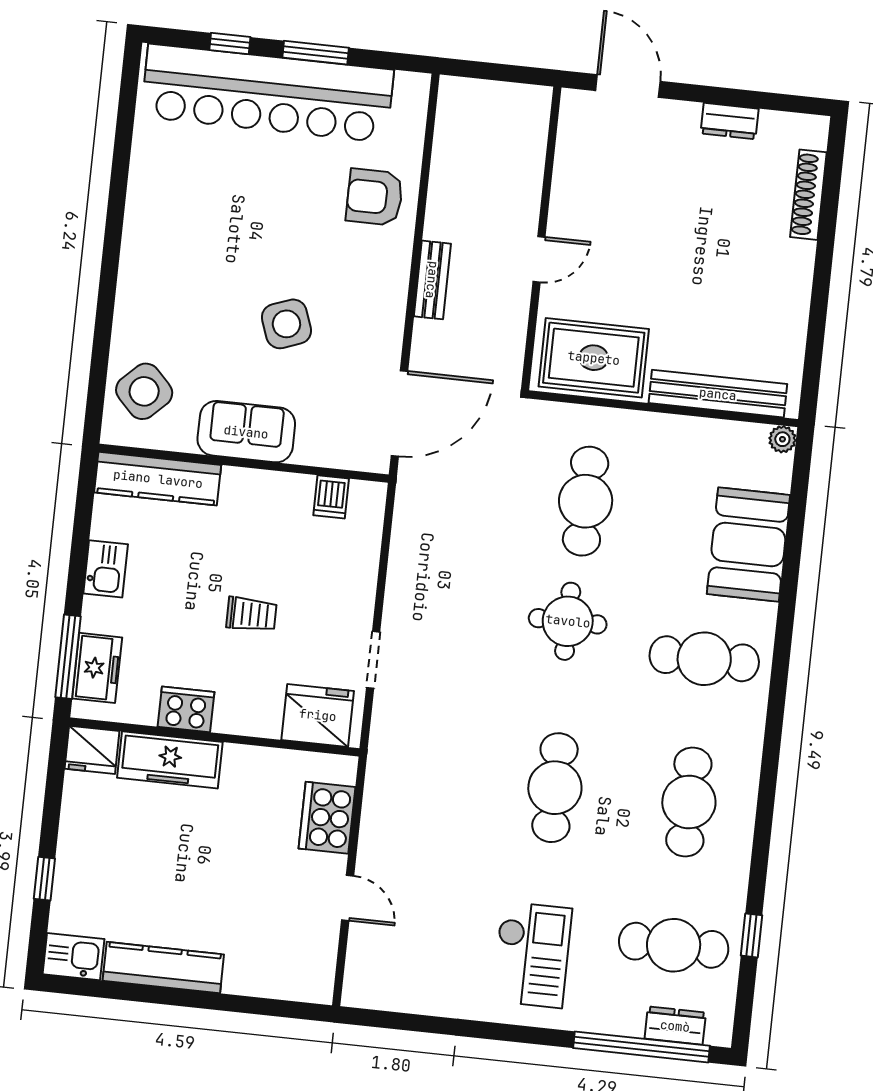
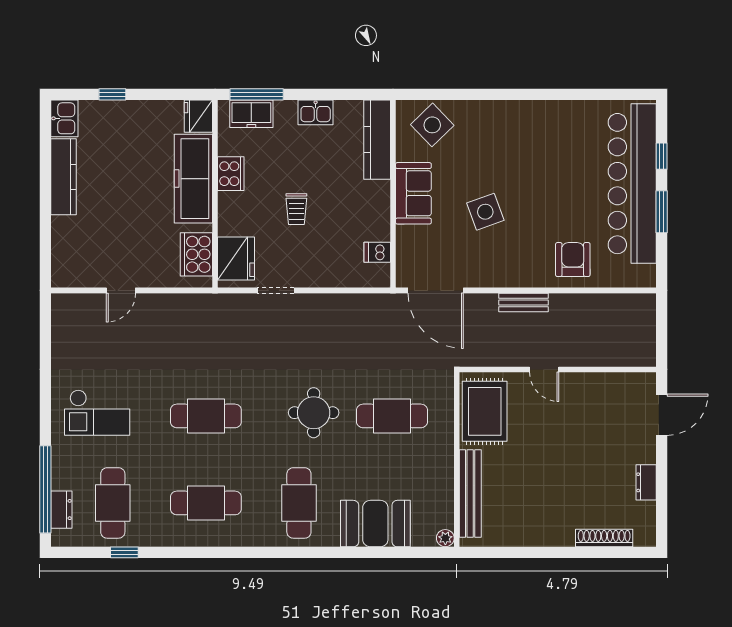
freezer: (170, 760) -> (193, 179), width x1.36, depth x1.26
cooker: (327, 818) -> (196, 254), moved, turned -90

